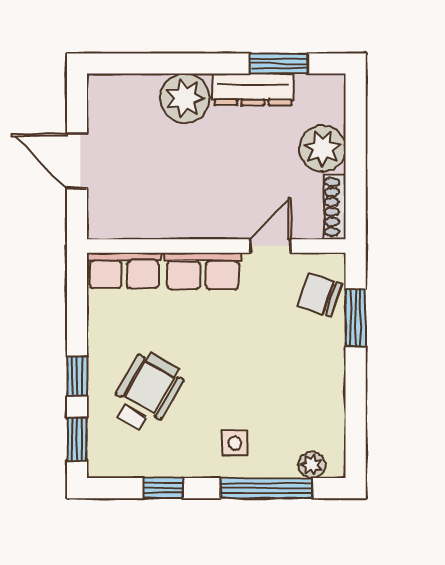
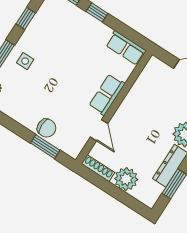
row of seats: (124, 270) -> (126, 48), moved, turned -90
chair: (320, 295) -> (47, 128), moved, turned 72
wheelchair: (147, 392) -> (71, 38), removed

